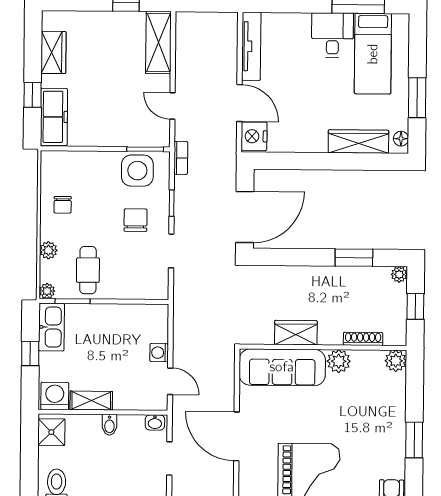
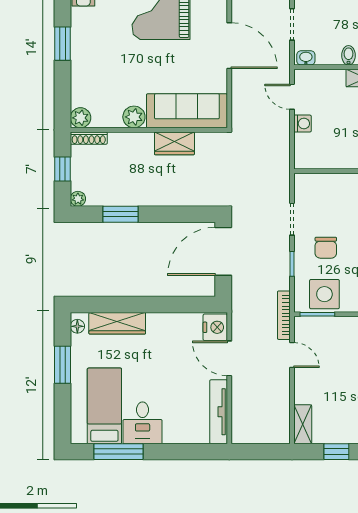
shelving: (158, 43) -> (303, 424), width x0.67, depth x0.75
bookcase: (181, 158) -> (284, 315), width x1.56
shoe rack: (363, 339) -> (89, 138), moved

